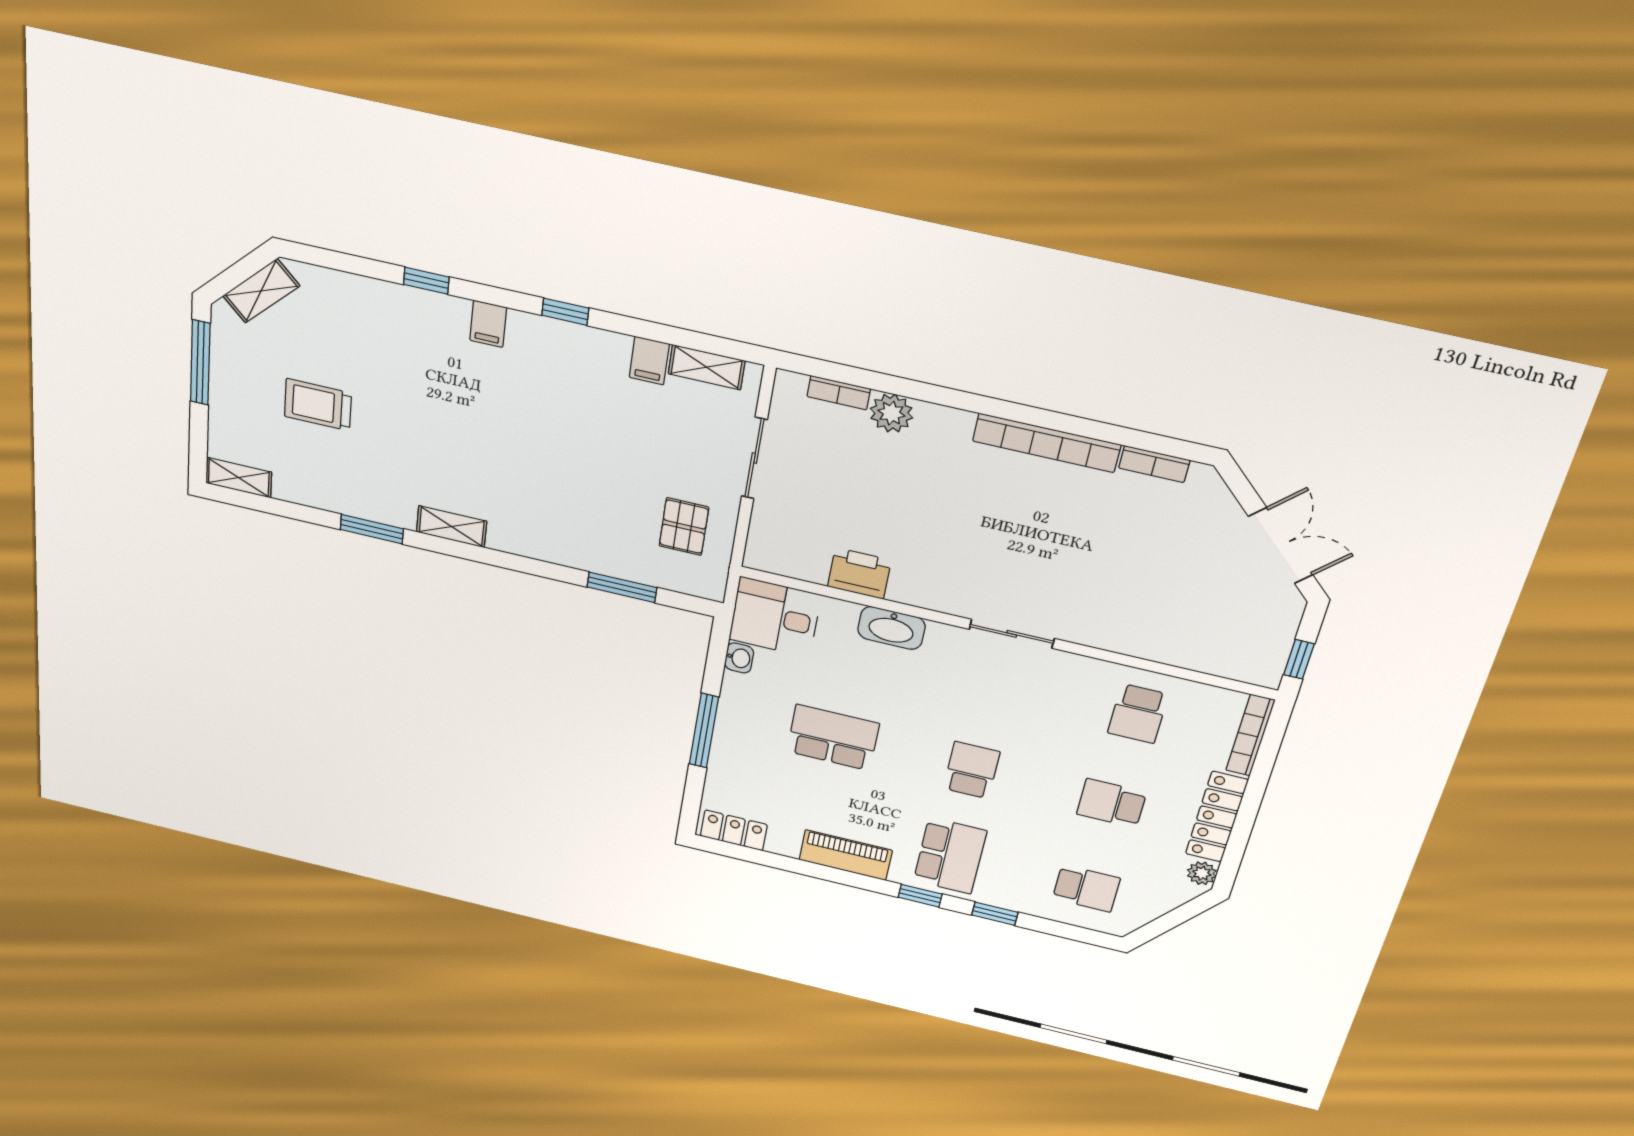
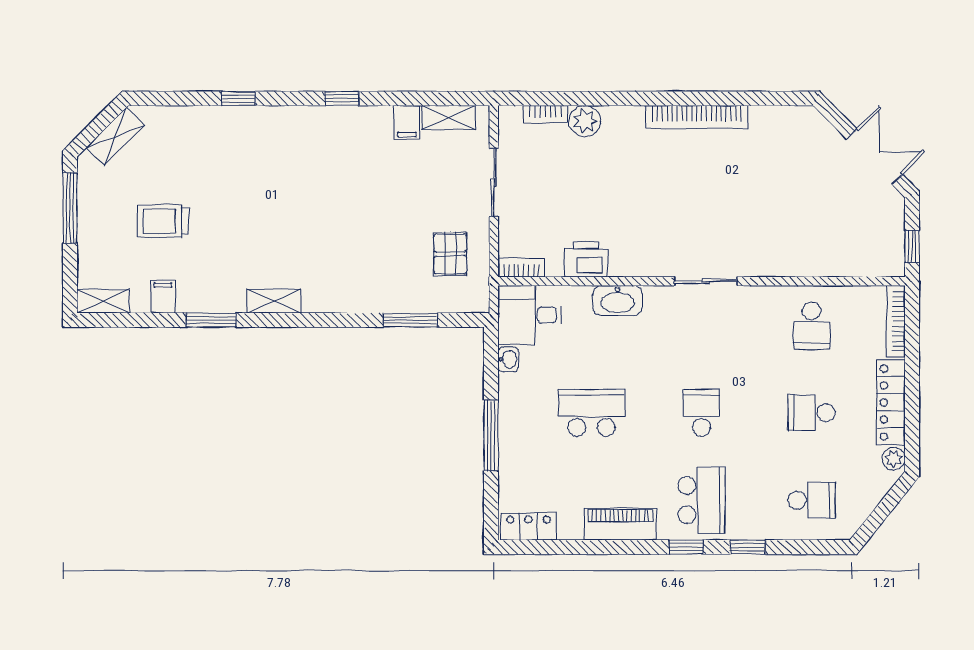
filing cabinet: (488, 324) -> (163, 297), moved, turned 180
bookcase: (1154, 464) -> (521, 268), moved, turned 180

